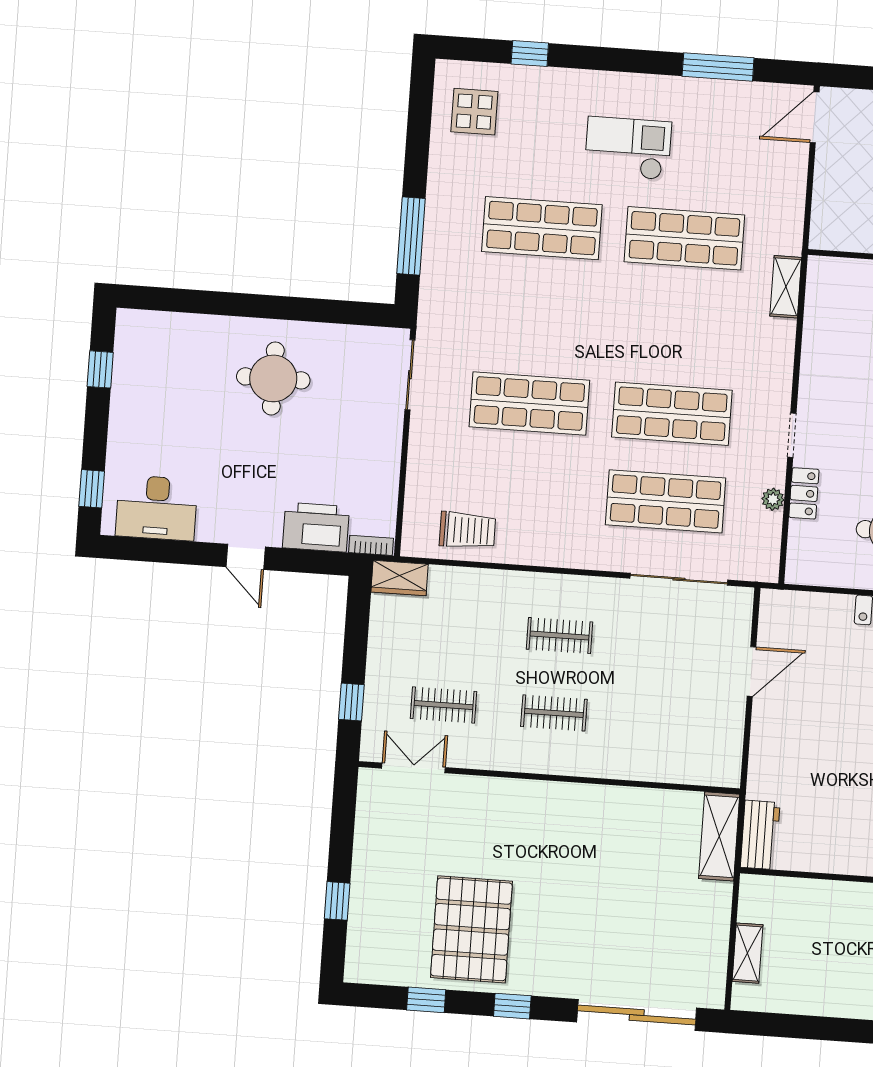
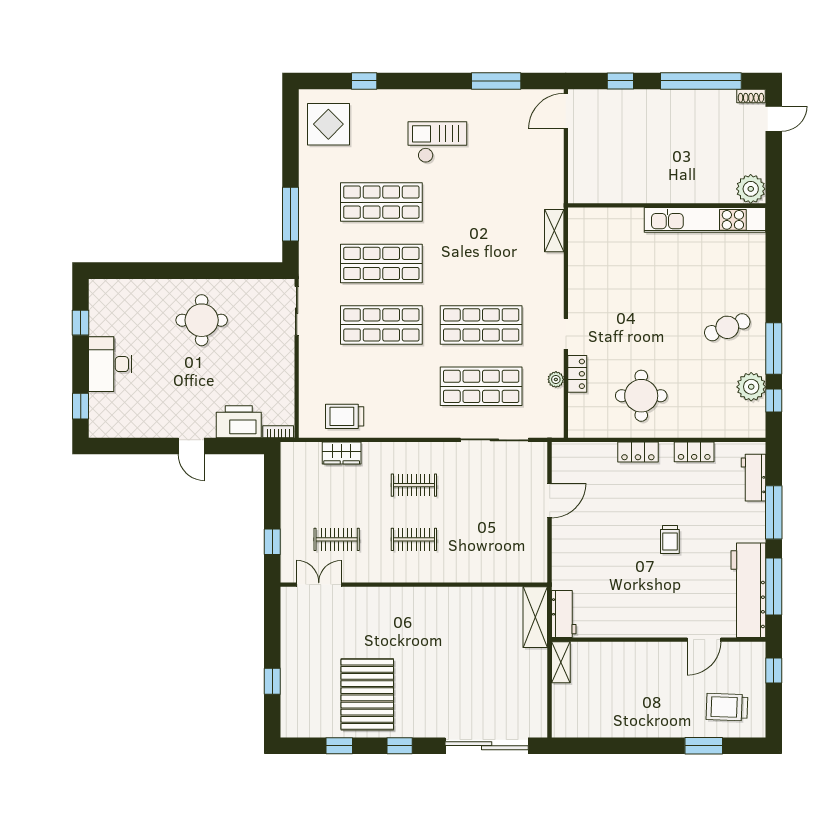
display table: (474, 112) -> (328, 124), width x1.36, depth x1.36
shop shelf: (684, 238) -> (381, 263), moved
desk: (157, 508) -> (110, 364), moved, turned 90
trolley: (467, 530) -> (345, 416), turned 180
wardrobe: (400, 578) -> (342, 453), moved
shelving: (747, 953) -> (561, 662), moved

